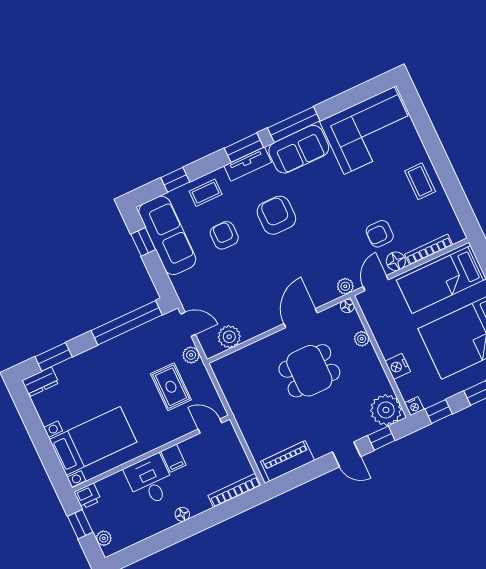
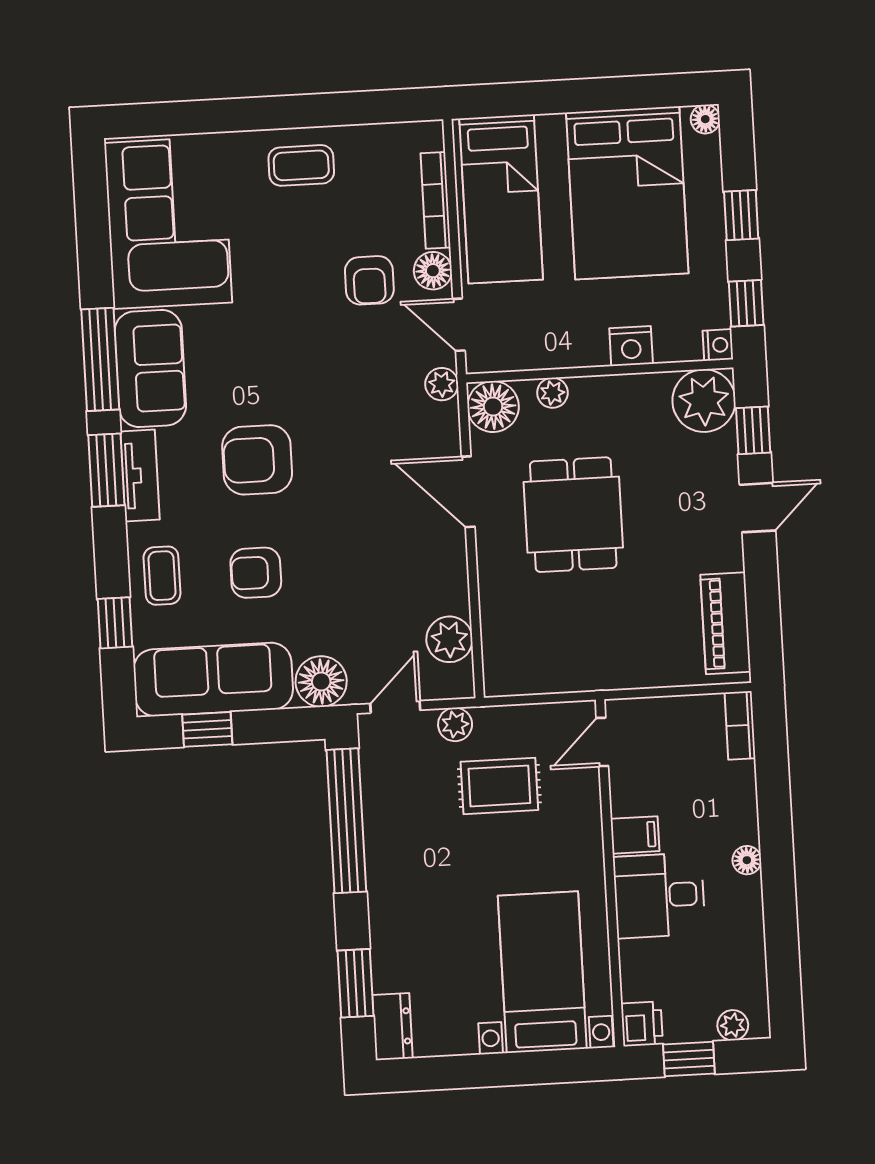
floor lamp: (186, 285) -> (321, 681), added
floor lamp: (347, 306) -> (493, 407), width x1.89, depth x1.89
bookcase: (235, 490) -> (740, 725), width x0.64

